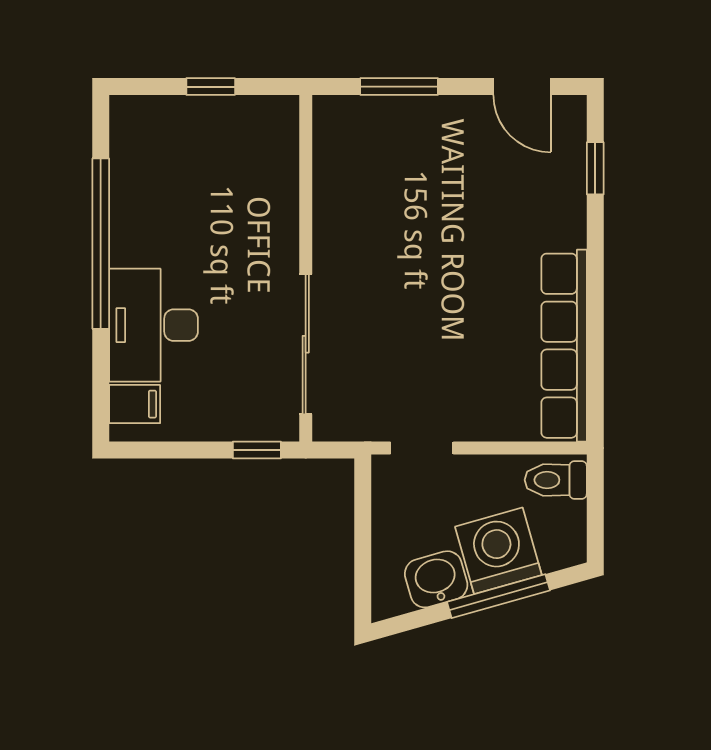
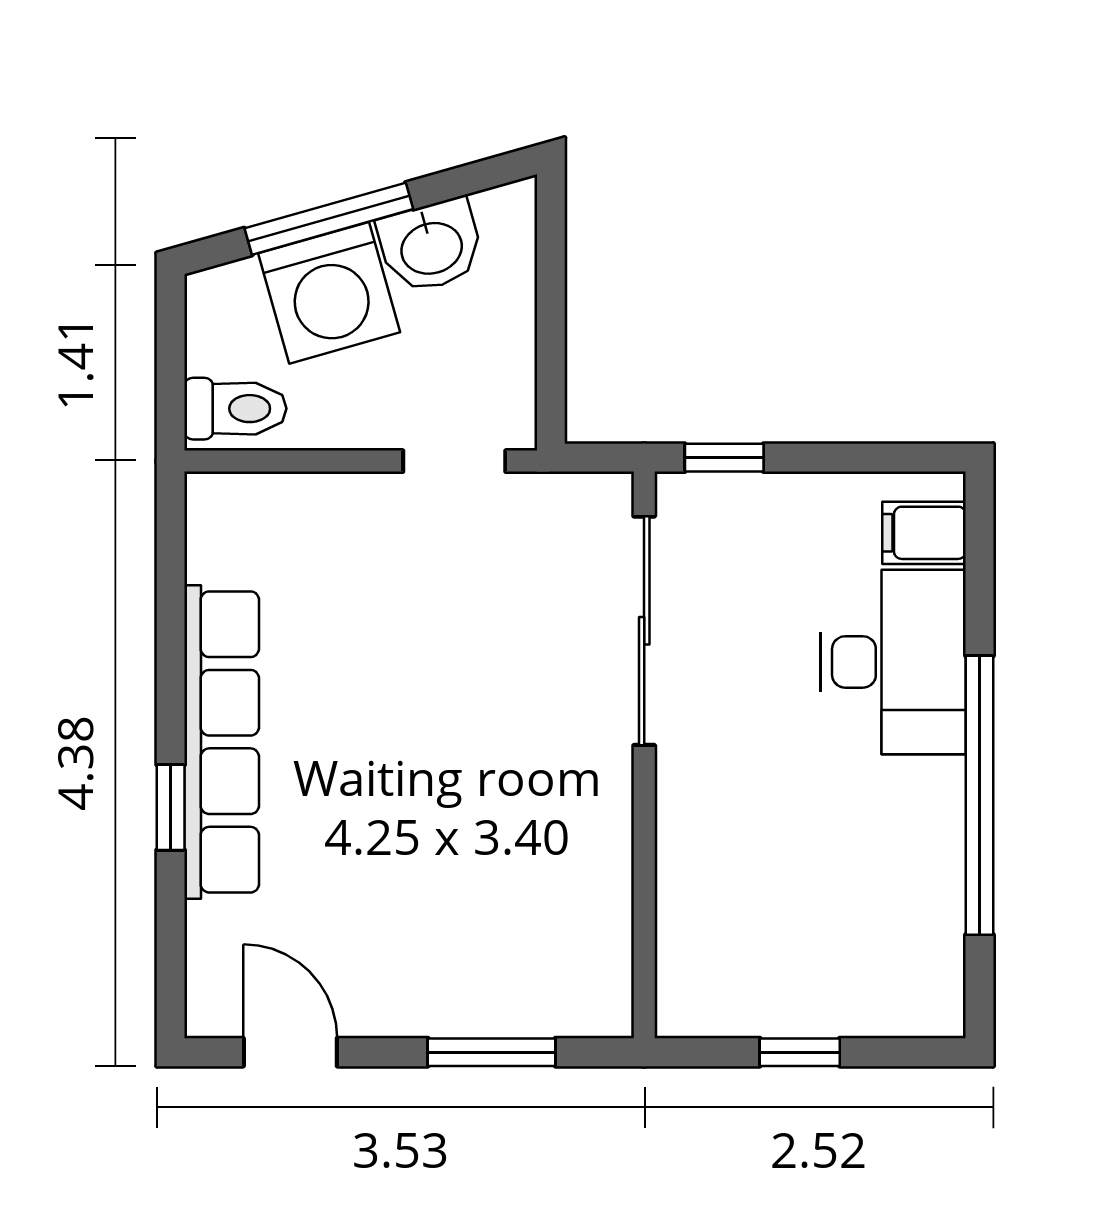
window: (595, 168) -> (171, 807), moved
row of seats: (564, 346) -> (222, 742), moved

